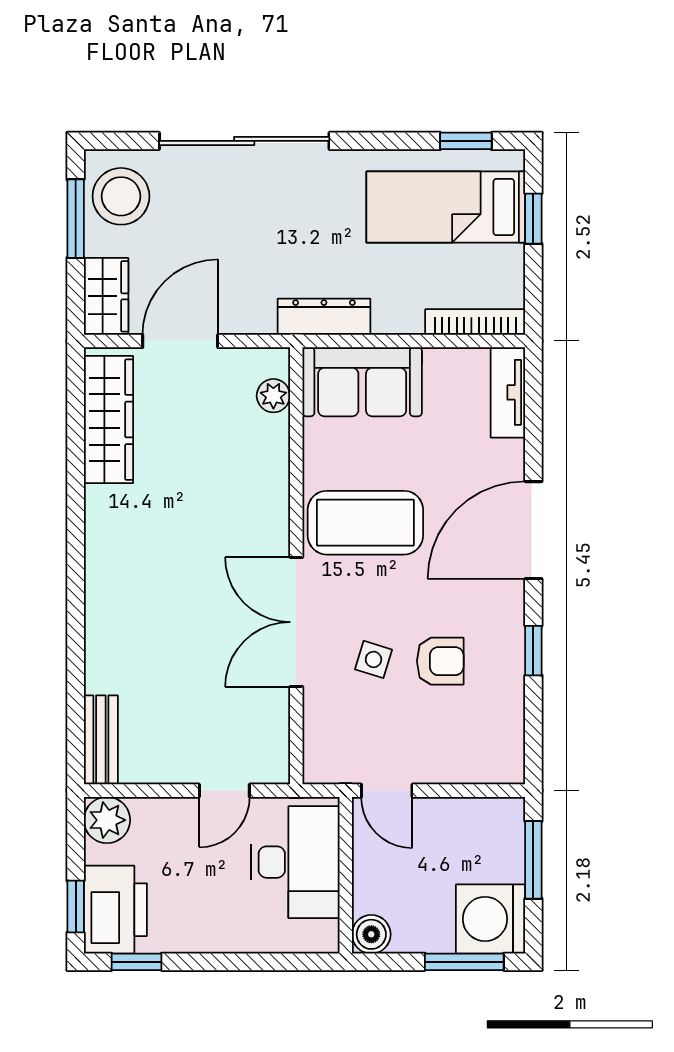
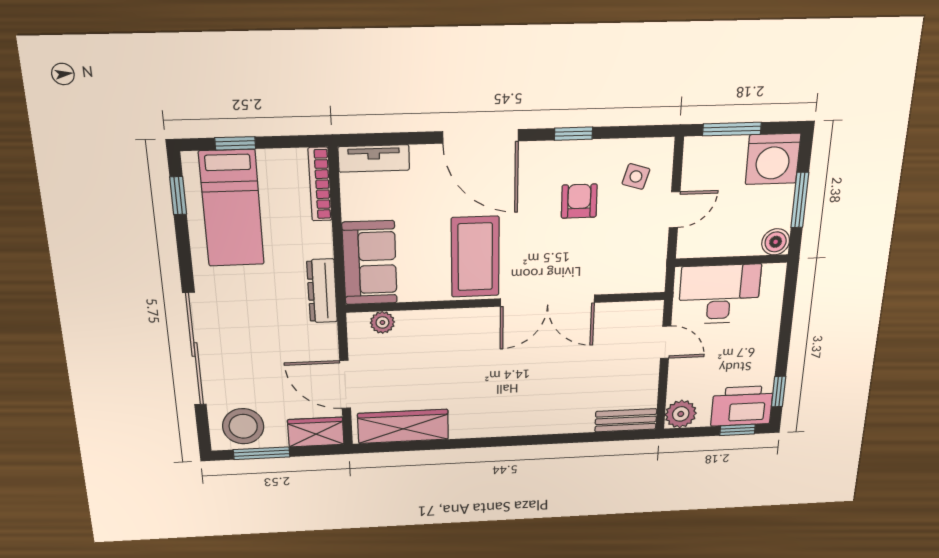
side table: (373, 659) -> (636, 176), moved
door: (387, 791) -> (675, 210), moved
window: (464, 962) -> (800, 200), moved

